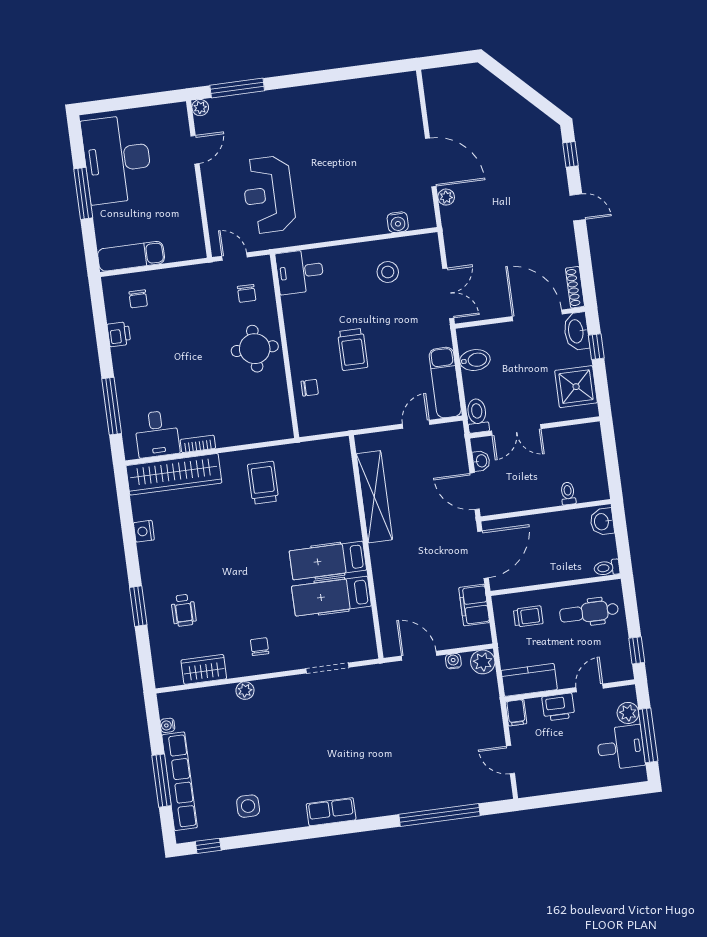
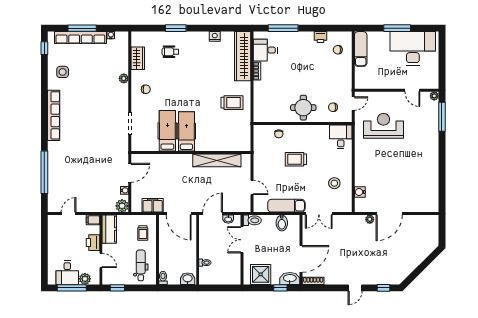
exam couch: (445, 383) -> (286, 206), moved
row of seats: (331, 812) -> (54, 115), width x2.02

